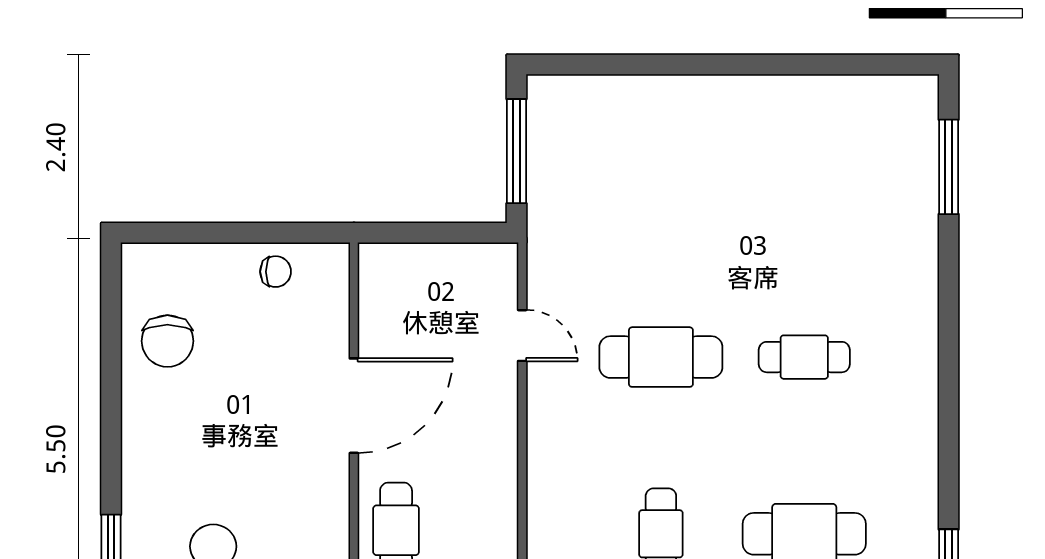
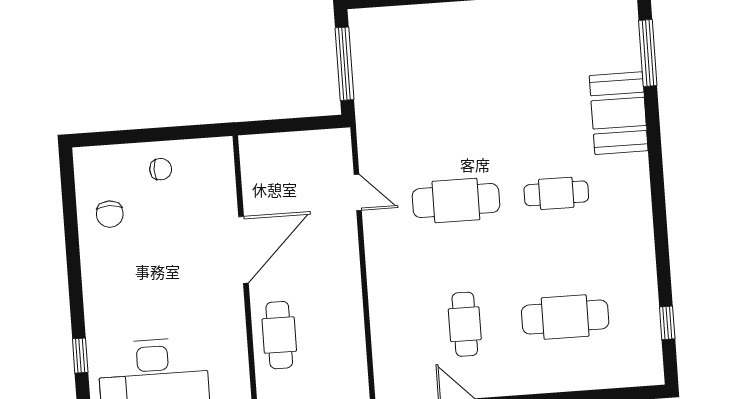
booth: (901, 249) -> (619, 113), added
chair: (276, 272) -> (161, 169), moved
chair: (167, 341) -> (110, 214), width x0.73, depth x0.73

